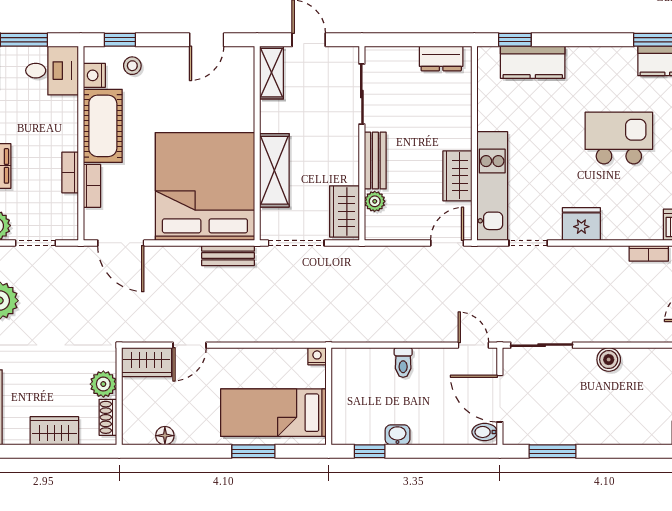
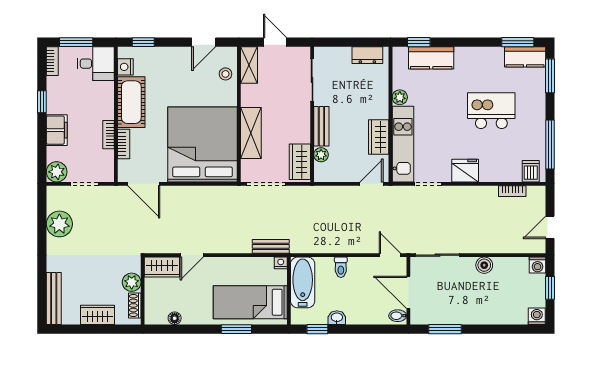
stool: (132, 66) -> (225, 74), moved
plant: (488, 119) -> (400, 97), added
bench: (228, 256) -> (271, 246), moved
bathtub: (348, 384) -> (303, 282), added

